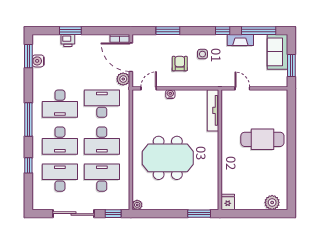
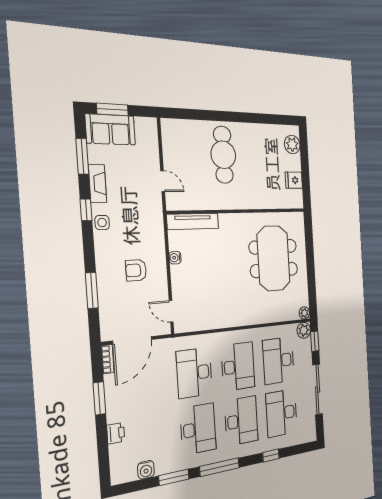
window: (70, 31) -> (99, 398), moved
window: (259, 31) -> (82, 156), width x0.69
side table: (202, 54) -> (102, 223), moved
window: (28, 56) -> (174, 477), moved
window: (291, 65) -> (112, 109), moved
plant: (123, 79) -> (304, 330), moved
door: (242, 88) -> (163, 181), swing flipped
water cooler: (170, 94) -> (175, 258), moved
meeting table: (168, 158) -> (274, 258), moved
fridge: (228, 202) -> (294, 180), moved
window: (199, 214) -> (309, 236), removed

